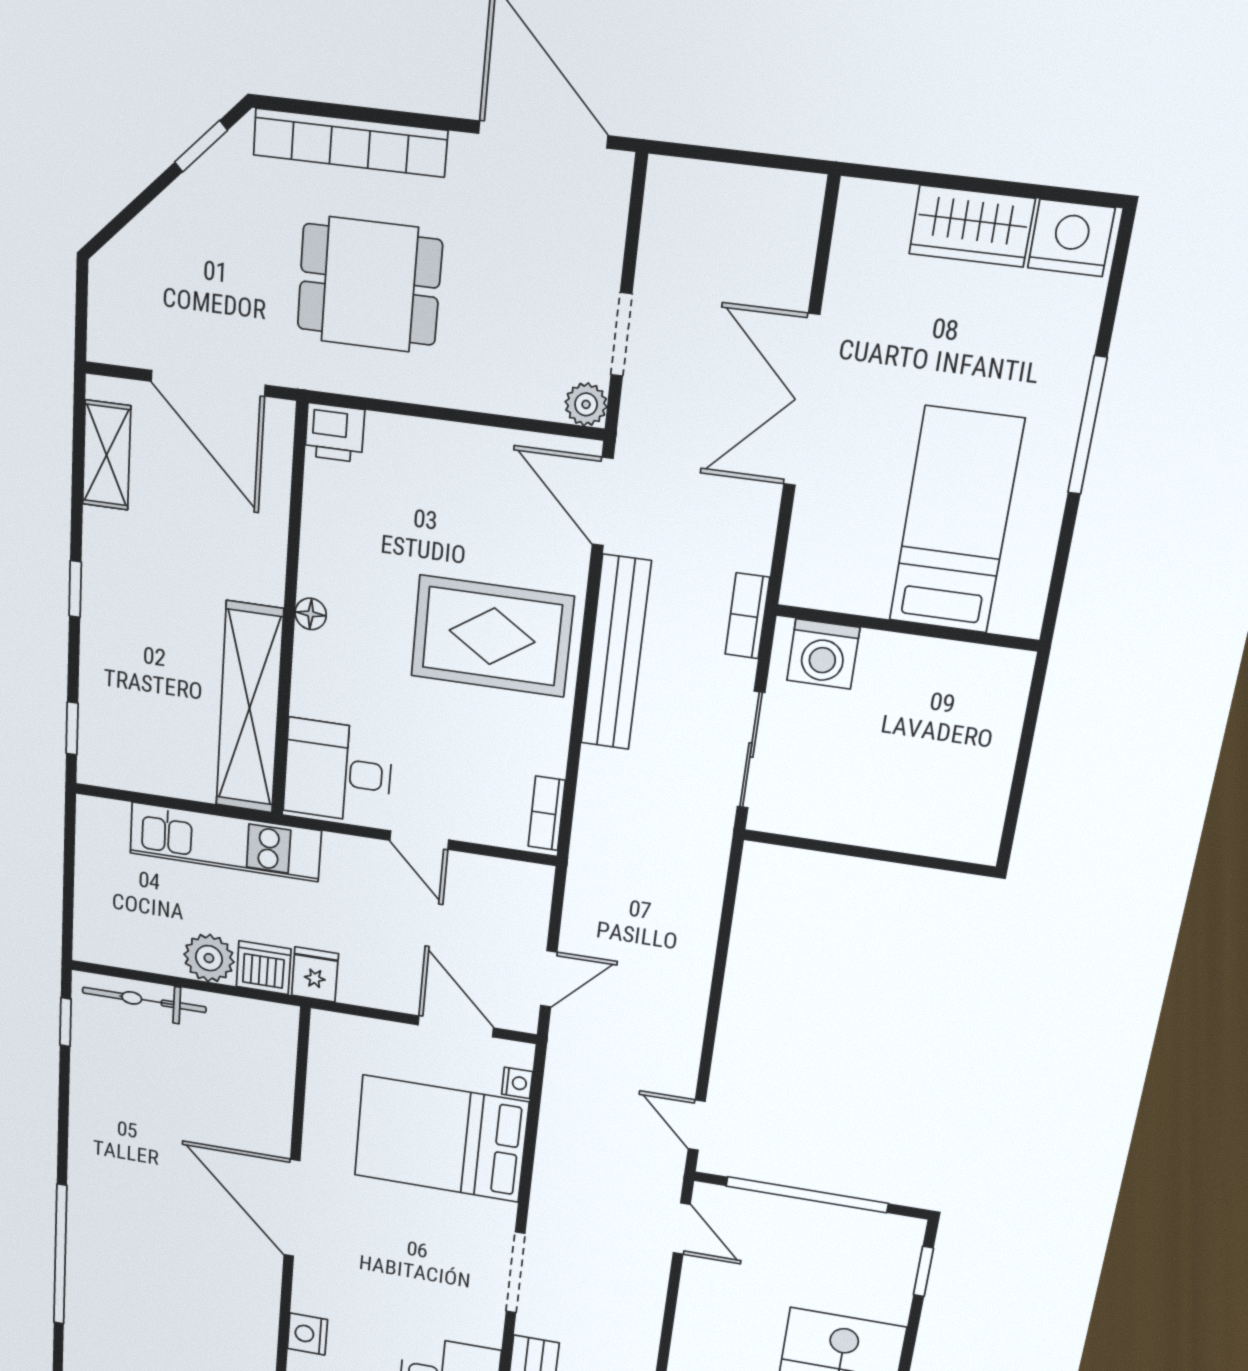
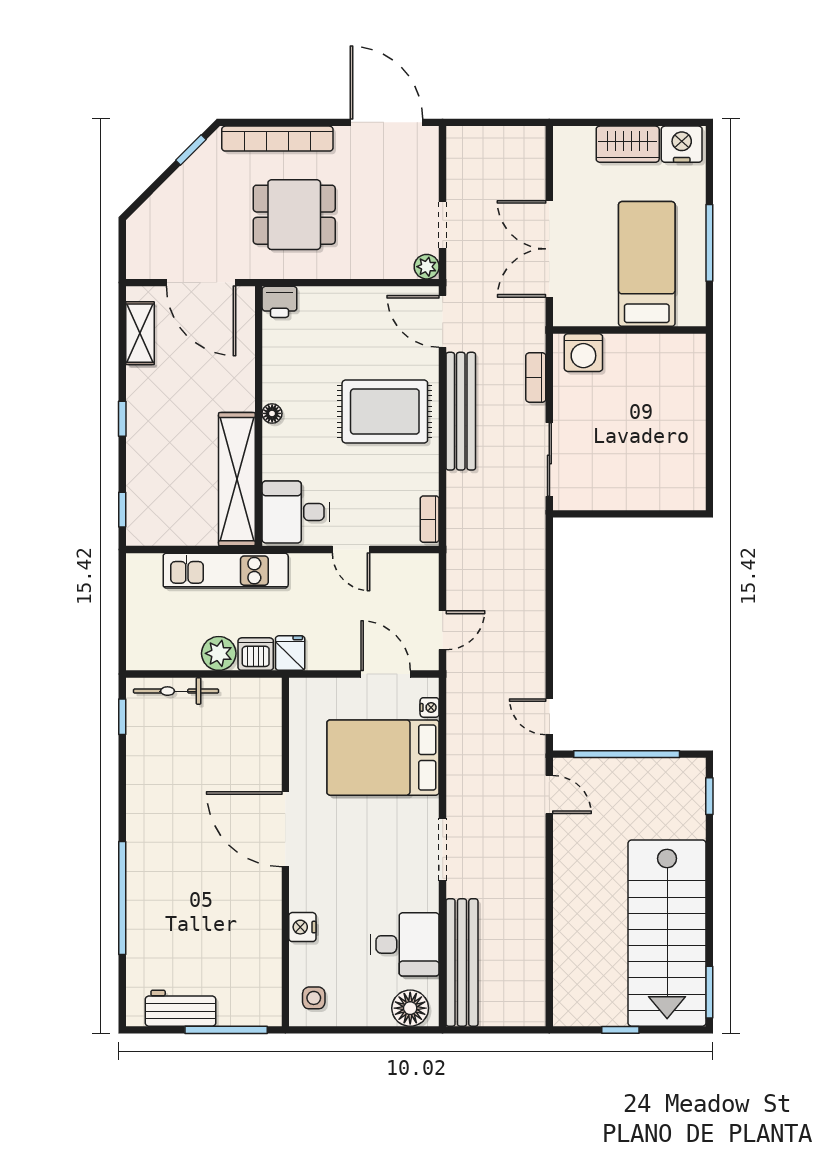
bed: (956, 521) -> (647, 264), moved
wall: (907, 628) -> (629, 330), moved
washing machine: (823, 654) -> (583, 353), moved

